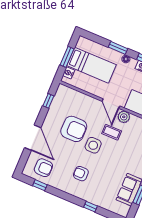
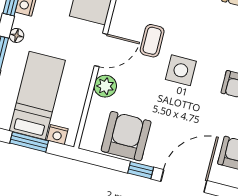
window: (48, 101) -> (141, 170), moved
plant: (124, 117) -> (105, 86), moved
armchair: (74, 129) -> (126, 136), moved

